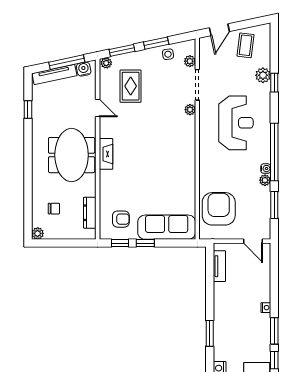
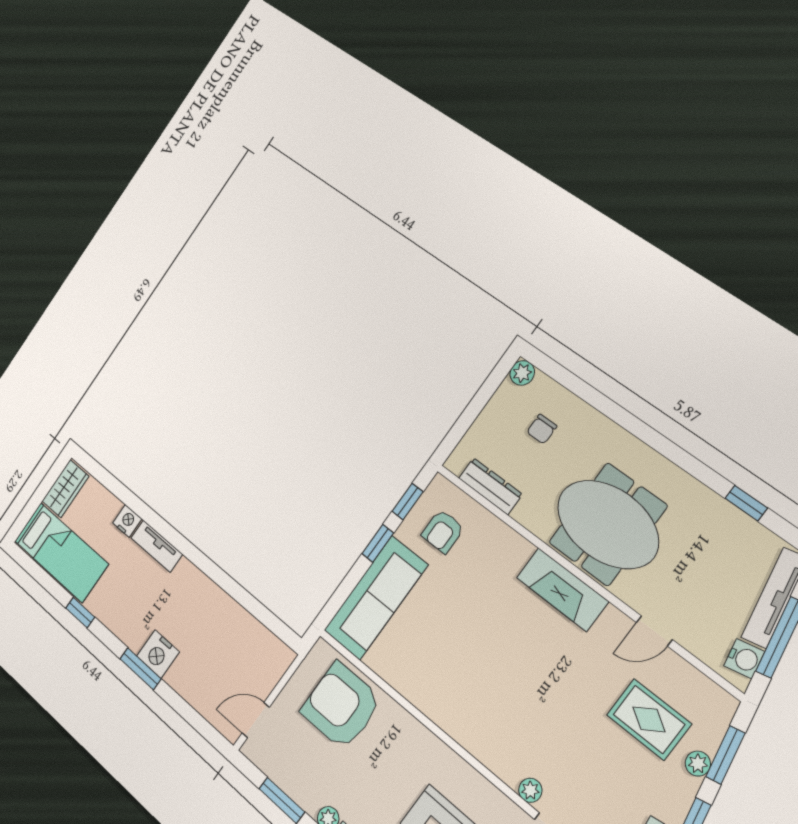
plant: (106, 63) -> (698, 764), moved
fireplace: (106, 154) -> (562, 590), width x1.37, depth x1.32
armchair: (219, 209) -> (341, 706), turned 180
tv unit: (219, 266) -> (157, 546), moved
nightstand: (266, 308) -> (158, 654), width x1.89, depth x1.79
window: (274, 331) -> (141, 669), moved
window: (210, 333) -> (181, 544), removed

